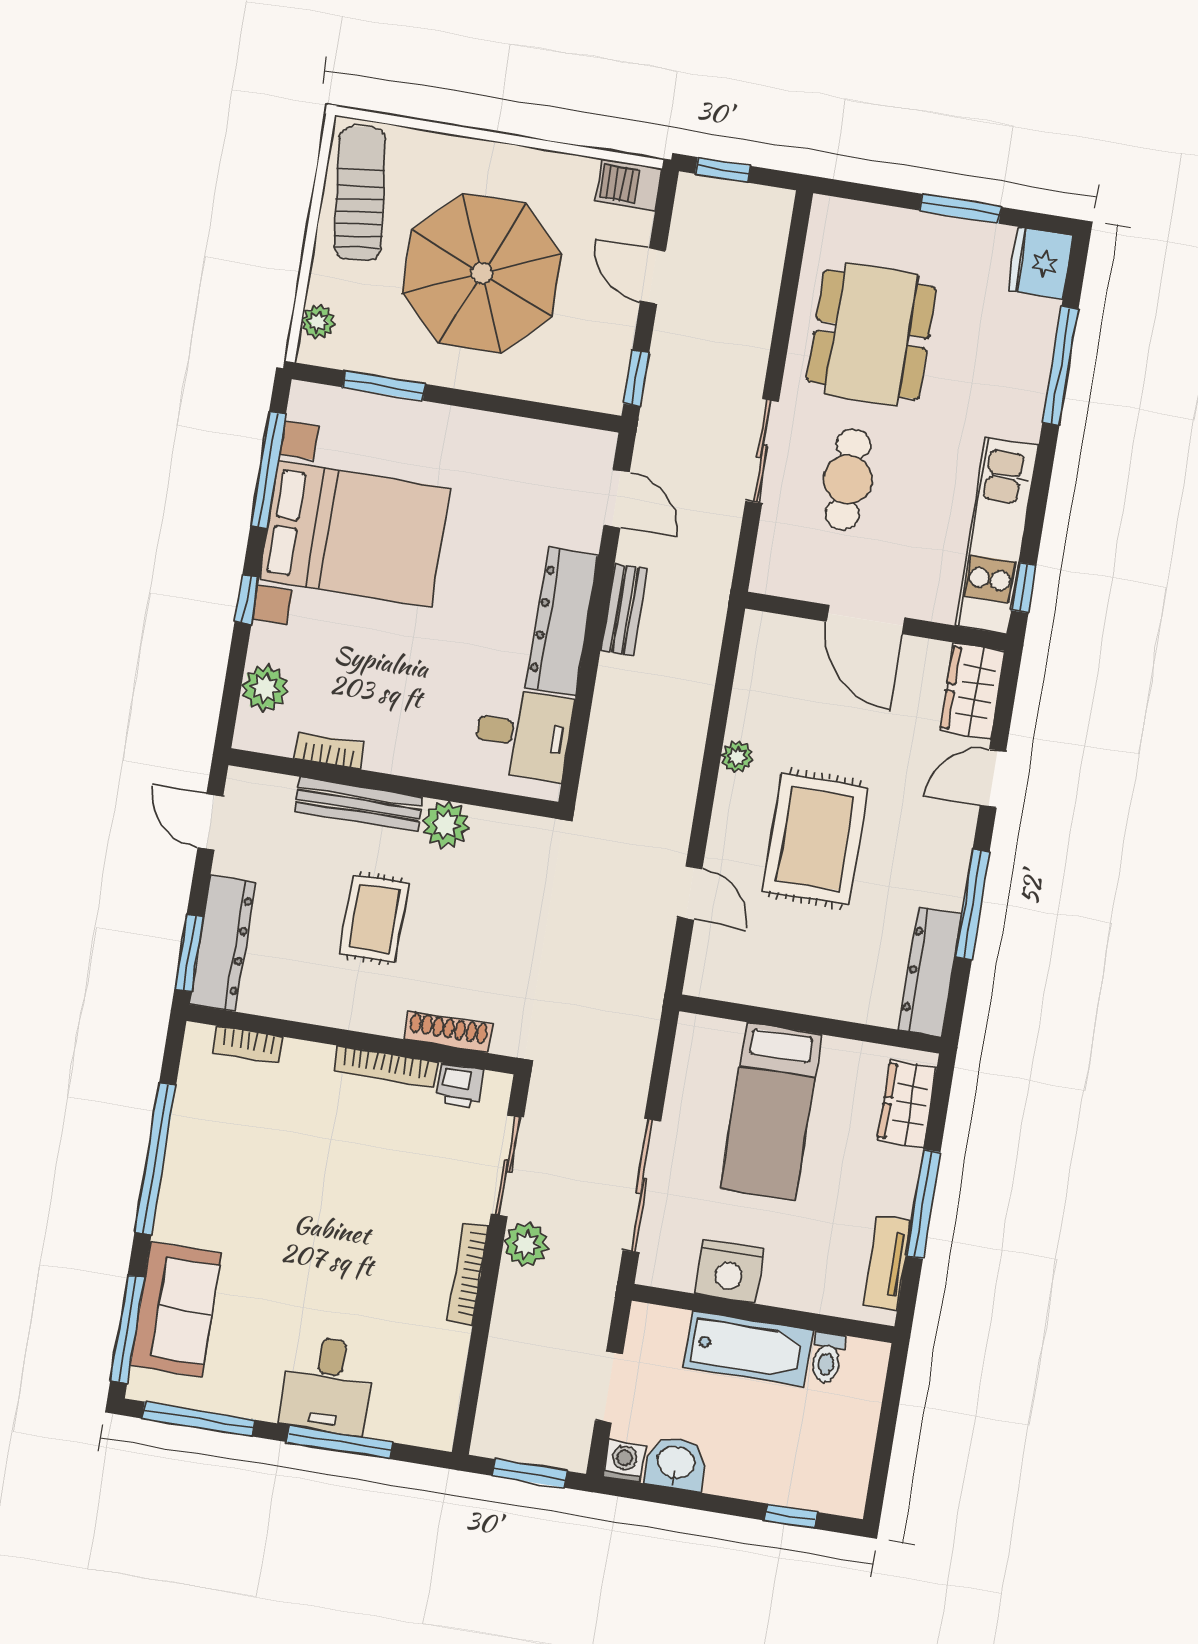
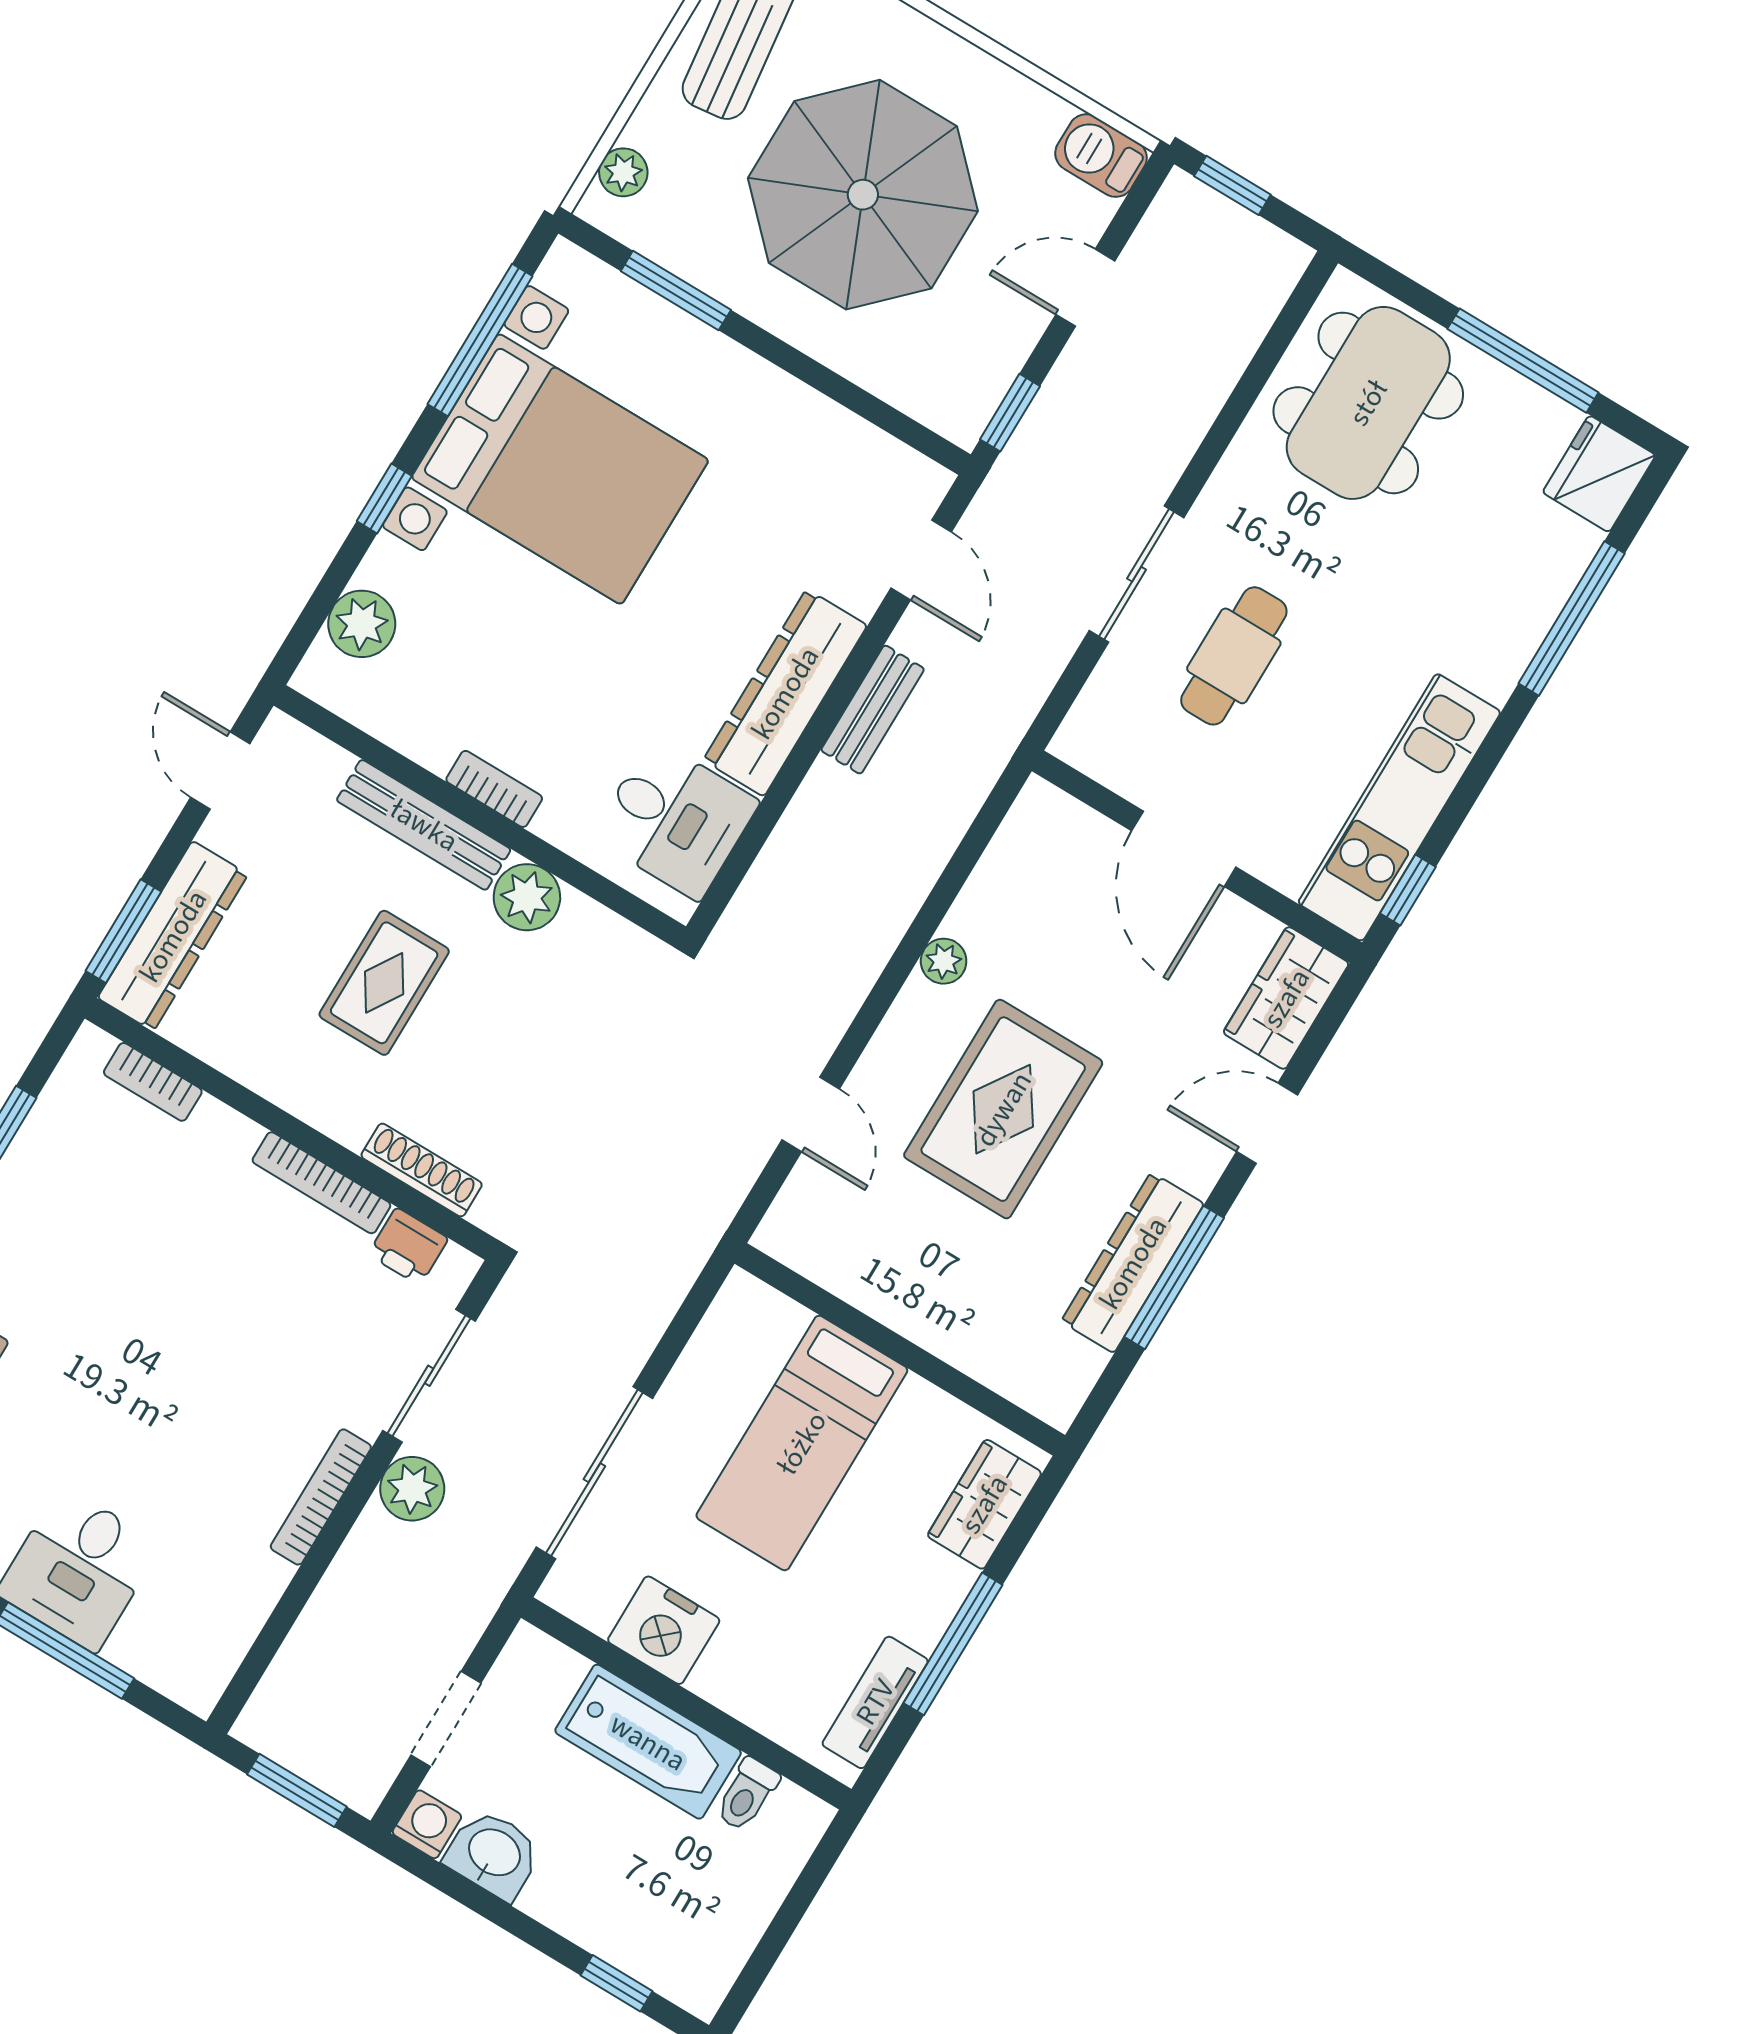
window: (960, 209) -> (1523, 361), width x1.44
door: (653, 276) -> (1085, 288), hinge flipped
dining table: (872, 334) -> (1368, 403), moved
bookcase: (329, 751) -> (494, 789), moved
dresser: (930, 972) -> (1133, 1263), moved

